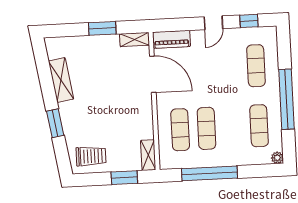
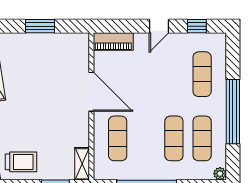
shelving: (135, 39) -> (74, 40), removed
door: (153, 74) -> (91, 92), moved
exercise mat: (206, 128) -> (174, 138), moved

